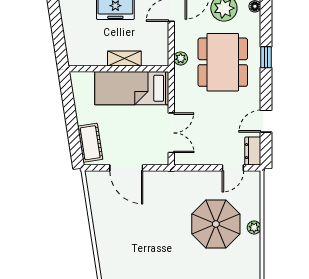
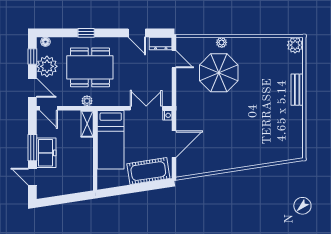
shelving: (124, 58) -> (87, 124), moved
cot: (90, 143) -> (148, 171), width x1.37, depth x1.34
nightstand: (162, 159) -> (167, 115), added

